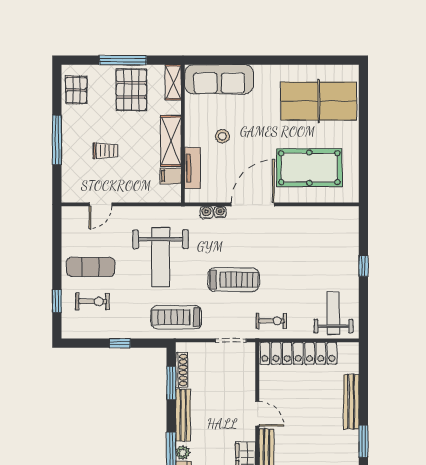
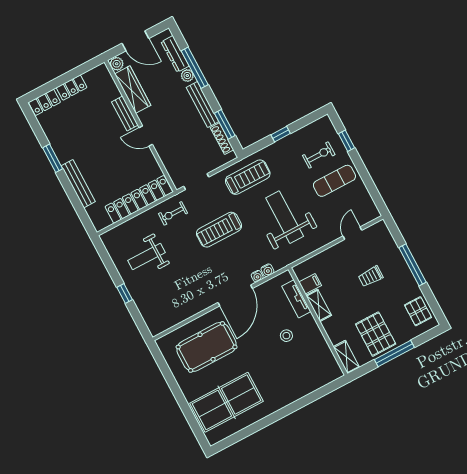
sofa: (219, 79) -> (312, 378), removed
shelving: (171, 141) -> (319, 305), width x0.67, depth x0.75
exercise bike: (93, 301) -> (319, 155), turned 180
weight bench: (333, 313) -> (147, 256), moved, turned 90

